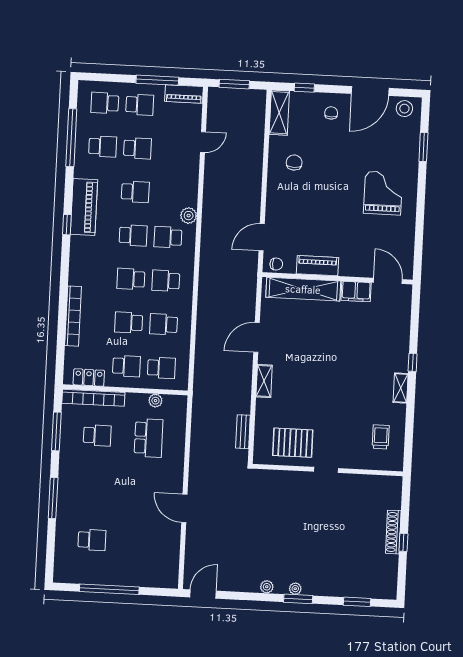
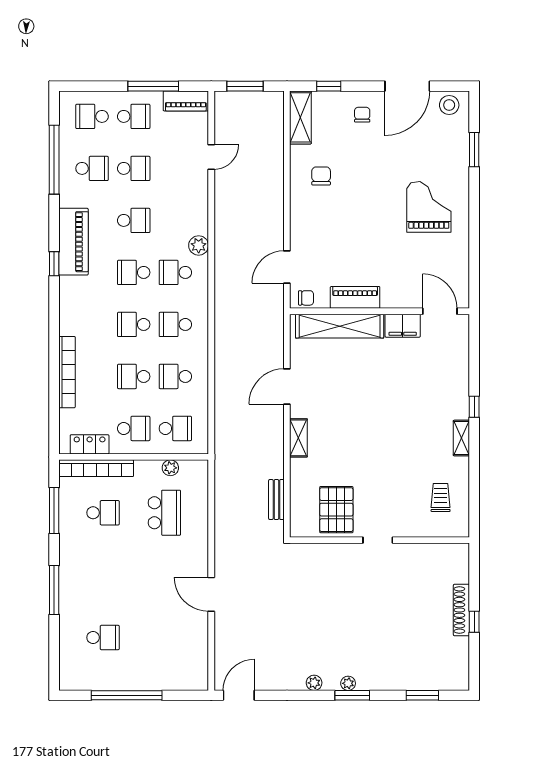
school desk: (133, 235) -> (134, 272), turned 180
pallet: (293, 443) -> (336, 510), turned 90

